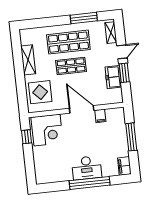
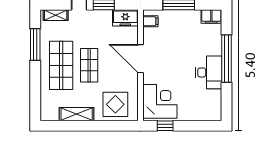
freezer: (113, 77) -> (125, 18), moved
door: (82, 109) -> (141, 59), hinge flipped
filing cabinet: (100, 116) -> (150, 21), moved
desk: (87, 168) -> (209, 72), moved

